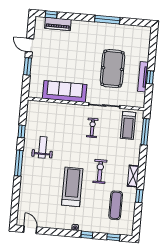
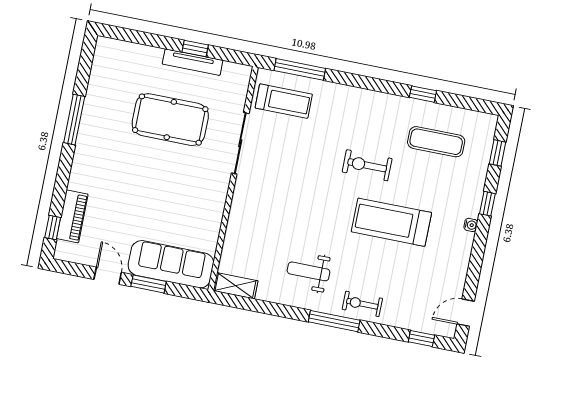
door: (29, 45) -> (108, 276), swing flipped
sofa: (65, 92) -> (171, 264), moved, turned 90
exercise bike: (92, 128) -> (362, 304), moved
window: (22, 131) -> (421, 338), moved
shelving: (133, 176) -> (235, 286), moved

